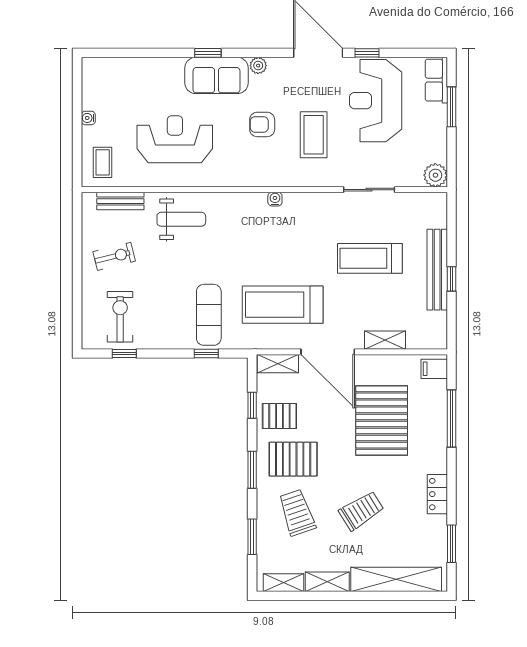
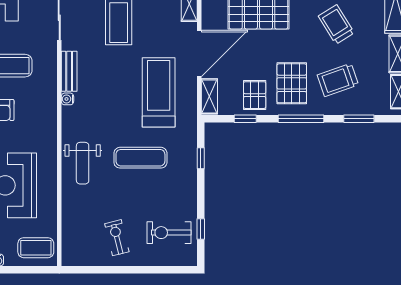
coffee table: (103, 162) -> (36, 248), width x1.36, depth x1.30
bench: (120, 201) -> (69, 71), moved
weight bench: (181, 219) -> (83, 163), moved, turned 180
treadmill: (283, 305) -> (159, 92), turned 180
exercise mat: (209, 315) -> (140, 158), moved
window: (252, 470) -> (301, 119), width x1.44

